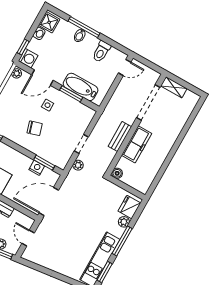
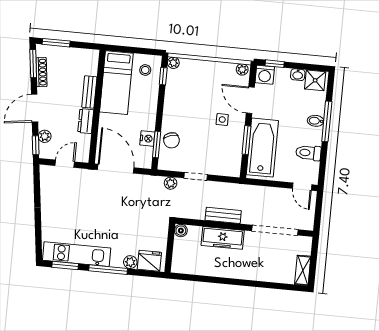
bathtub: (81, 87) -> (262, 148), width x1.36, depth x1.36
shelving: (174, 87) -> (303, 270), moved
chair: (35, 128) -> (171, 140), moved

